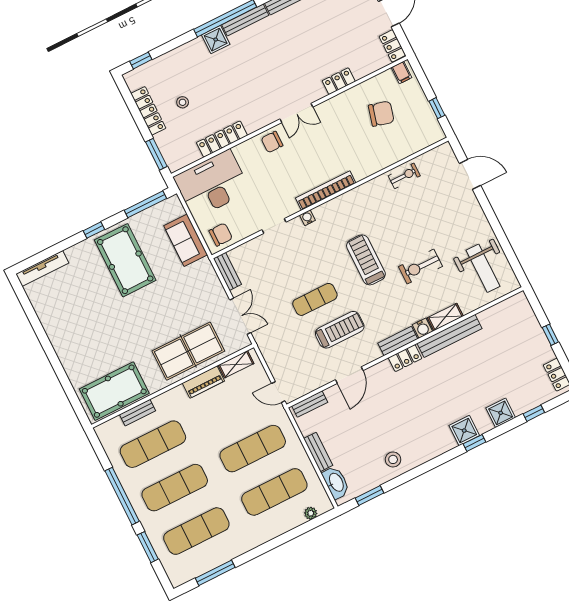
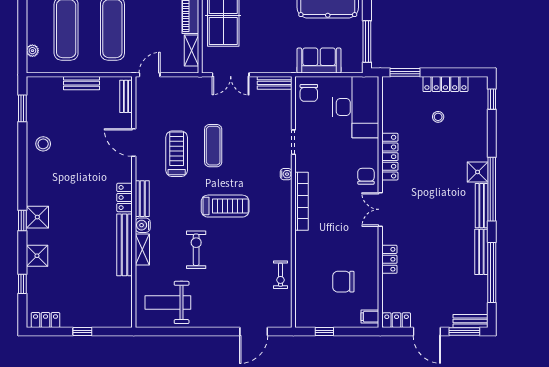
chair: (381, 114) -> (343, 282), turned 75
locker: (222, 139) -> (390, 157), moved
treadmill: (340, 330) -> (177, 154), turned 180
washbasin: (336, 483) -> (48, 85), removed

